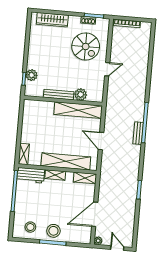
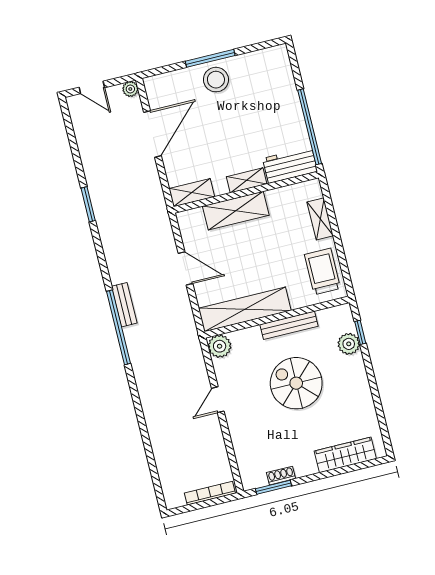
spiral stairs: (86, 46) -> (296, 383), moved
plant: (81, 94) -> (220, 346), moved
trolley: (32, 116) -> (323, 271), added
shelving: (24, 154) -> (320, 219), moved
shelving: (66, 161) -> (236, 211), width x0.68
stool: (30, 227) -> (259, 72), removed

